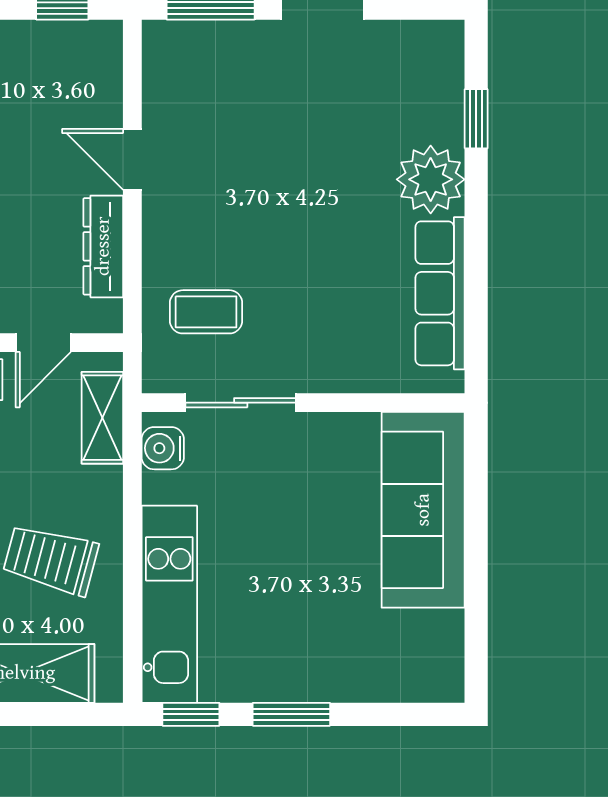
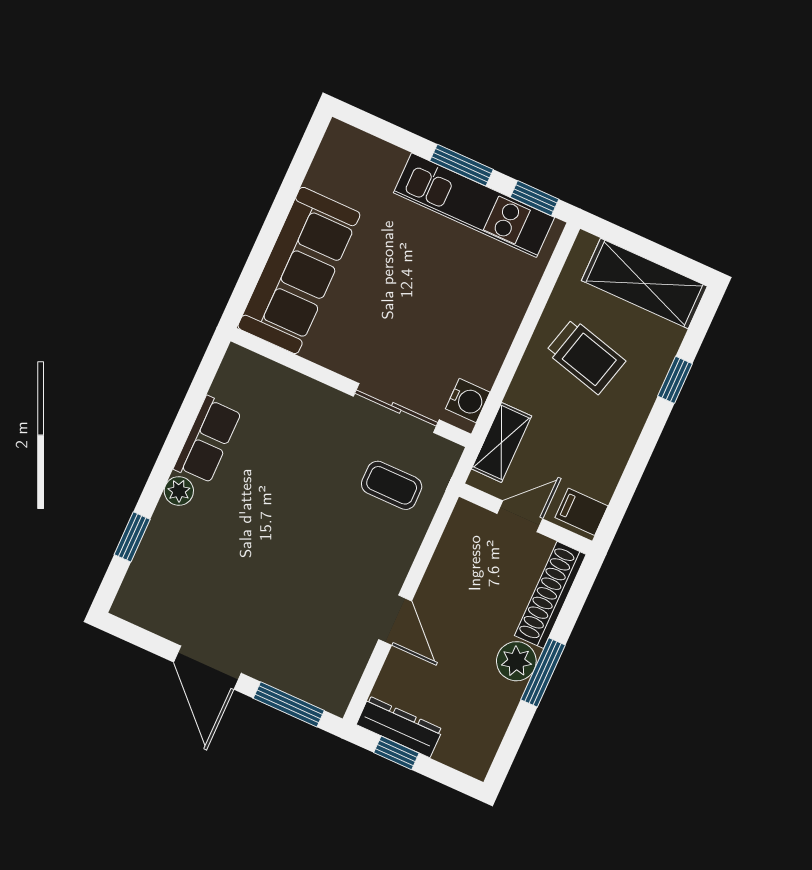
plant: (431, 179) -> (179, 491), width x0.53, depth x0.53
dresser: (103, 246) -> (399, 727), moved, turned -90
row of seats: (440, 293) -> (208, 440), width x0.68
kitchen unit: (169, 604) -> (474, 205), moved, turned -90

